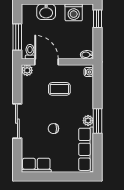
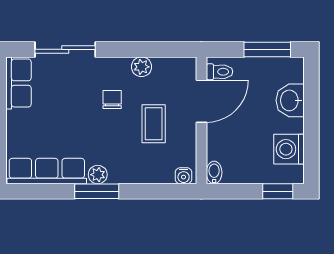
window: (17, 37) -> (267, 49), moved
plant: (27, 70) -> (141, 67), moved
sliding door: (17, 121) -> (65, 49), moved
chair: (53, 129) -> (112, 100), moved

